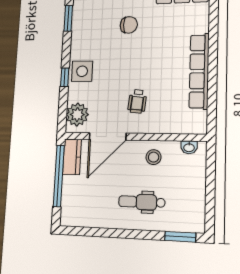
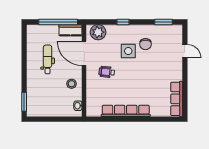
chair: (129, 25) -> (145, 44), moved
side table: (82, 71) -> (128, 51), moved
dental chair: (142, 202) -> (48, 59), moved

